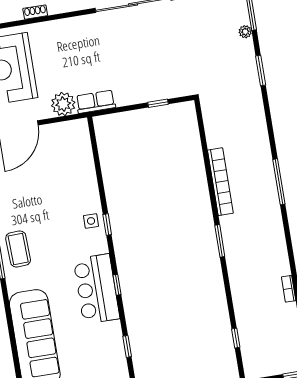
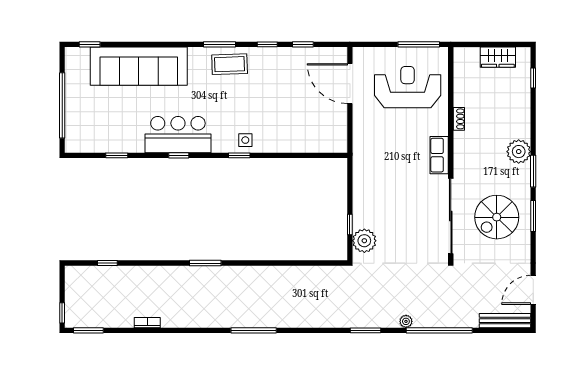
row of seats: (96, 102) -> (439, 155), moved, turned 180
plant: (63, 104) -> (364, 241), moved
bookcase: (220, 182) -> (263, 273), removed

